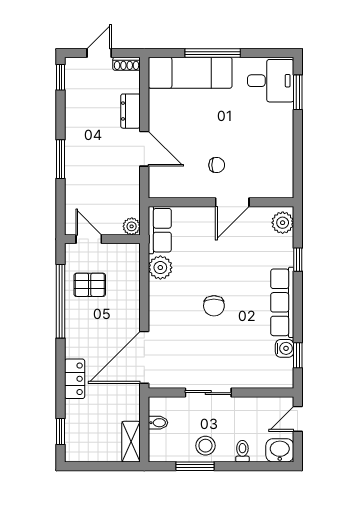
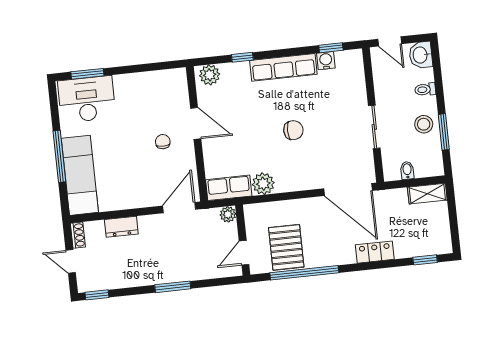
desk: (271, 81) -> (87, 99), width x1.37
door: (144, 149) -> (179, 208), moved
pallet: (90, 285) -> (286, 247), width x1.50, depth x1.42

